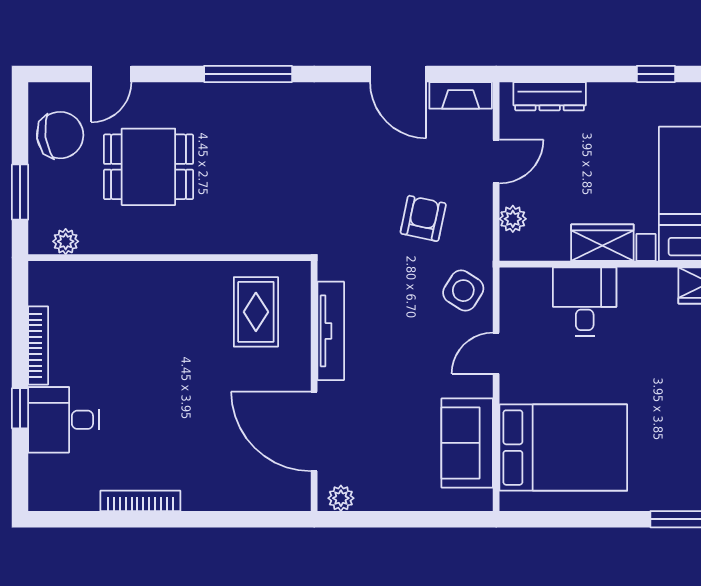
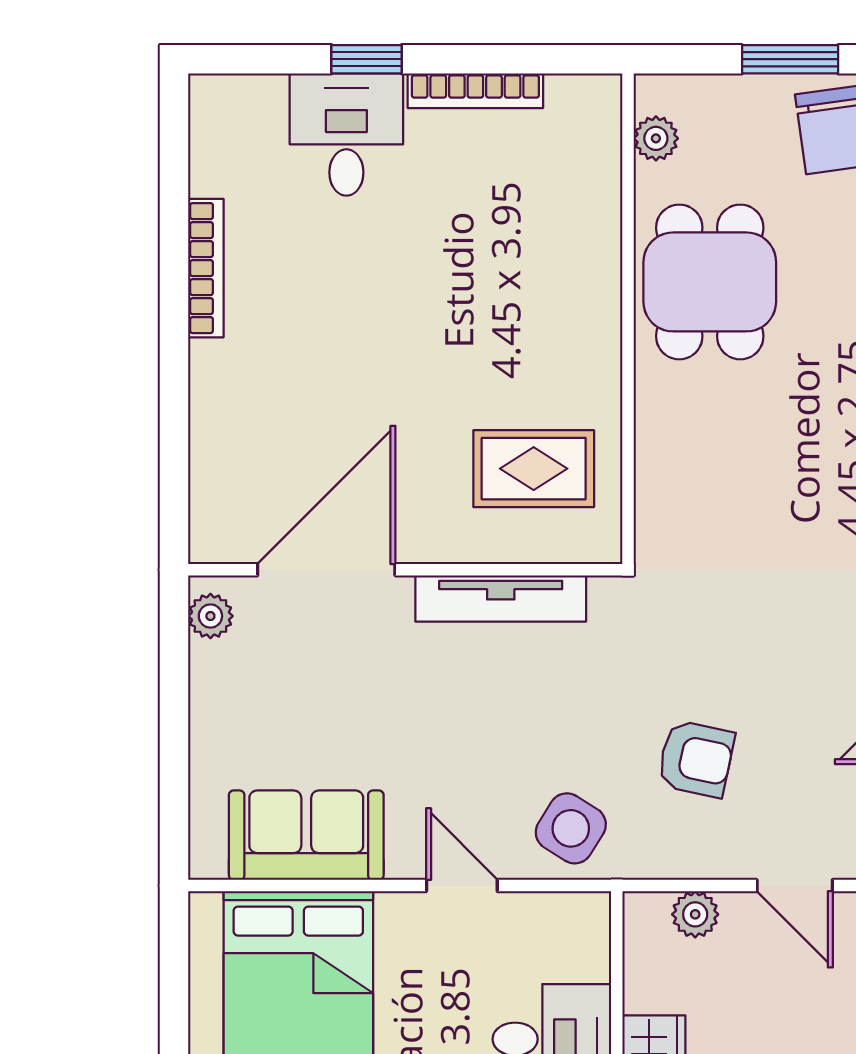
dining table: (148, 167) -> (710, 282), moved
window: (20, 192) -> (790, 59), moved

